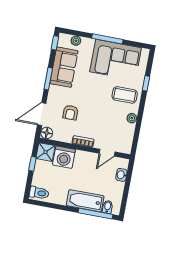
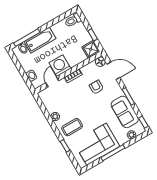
door: (42, 114) -> (113, 71), hinge flipped
washing machine: (64, 157) -> (60, 66), moved

